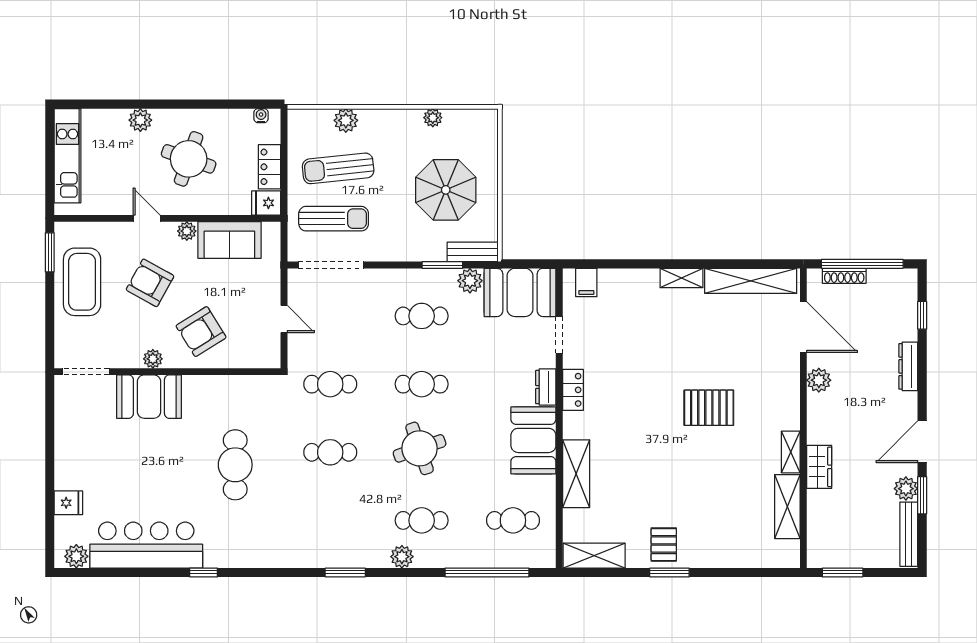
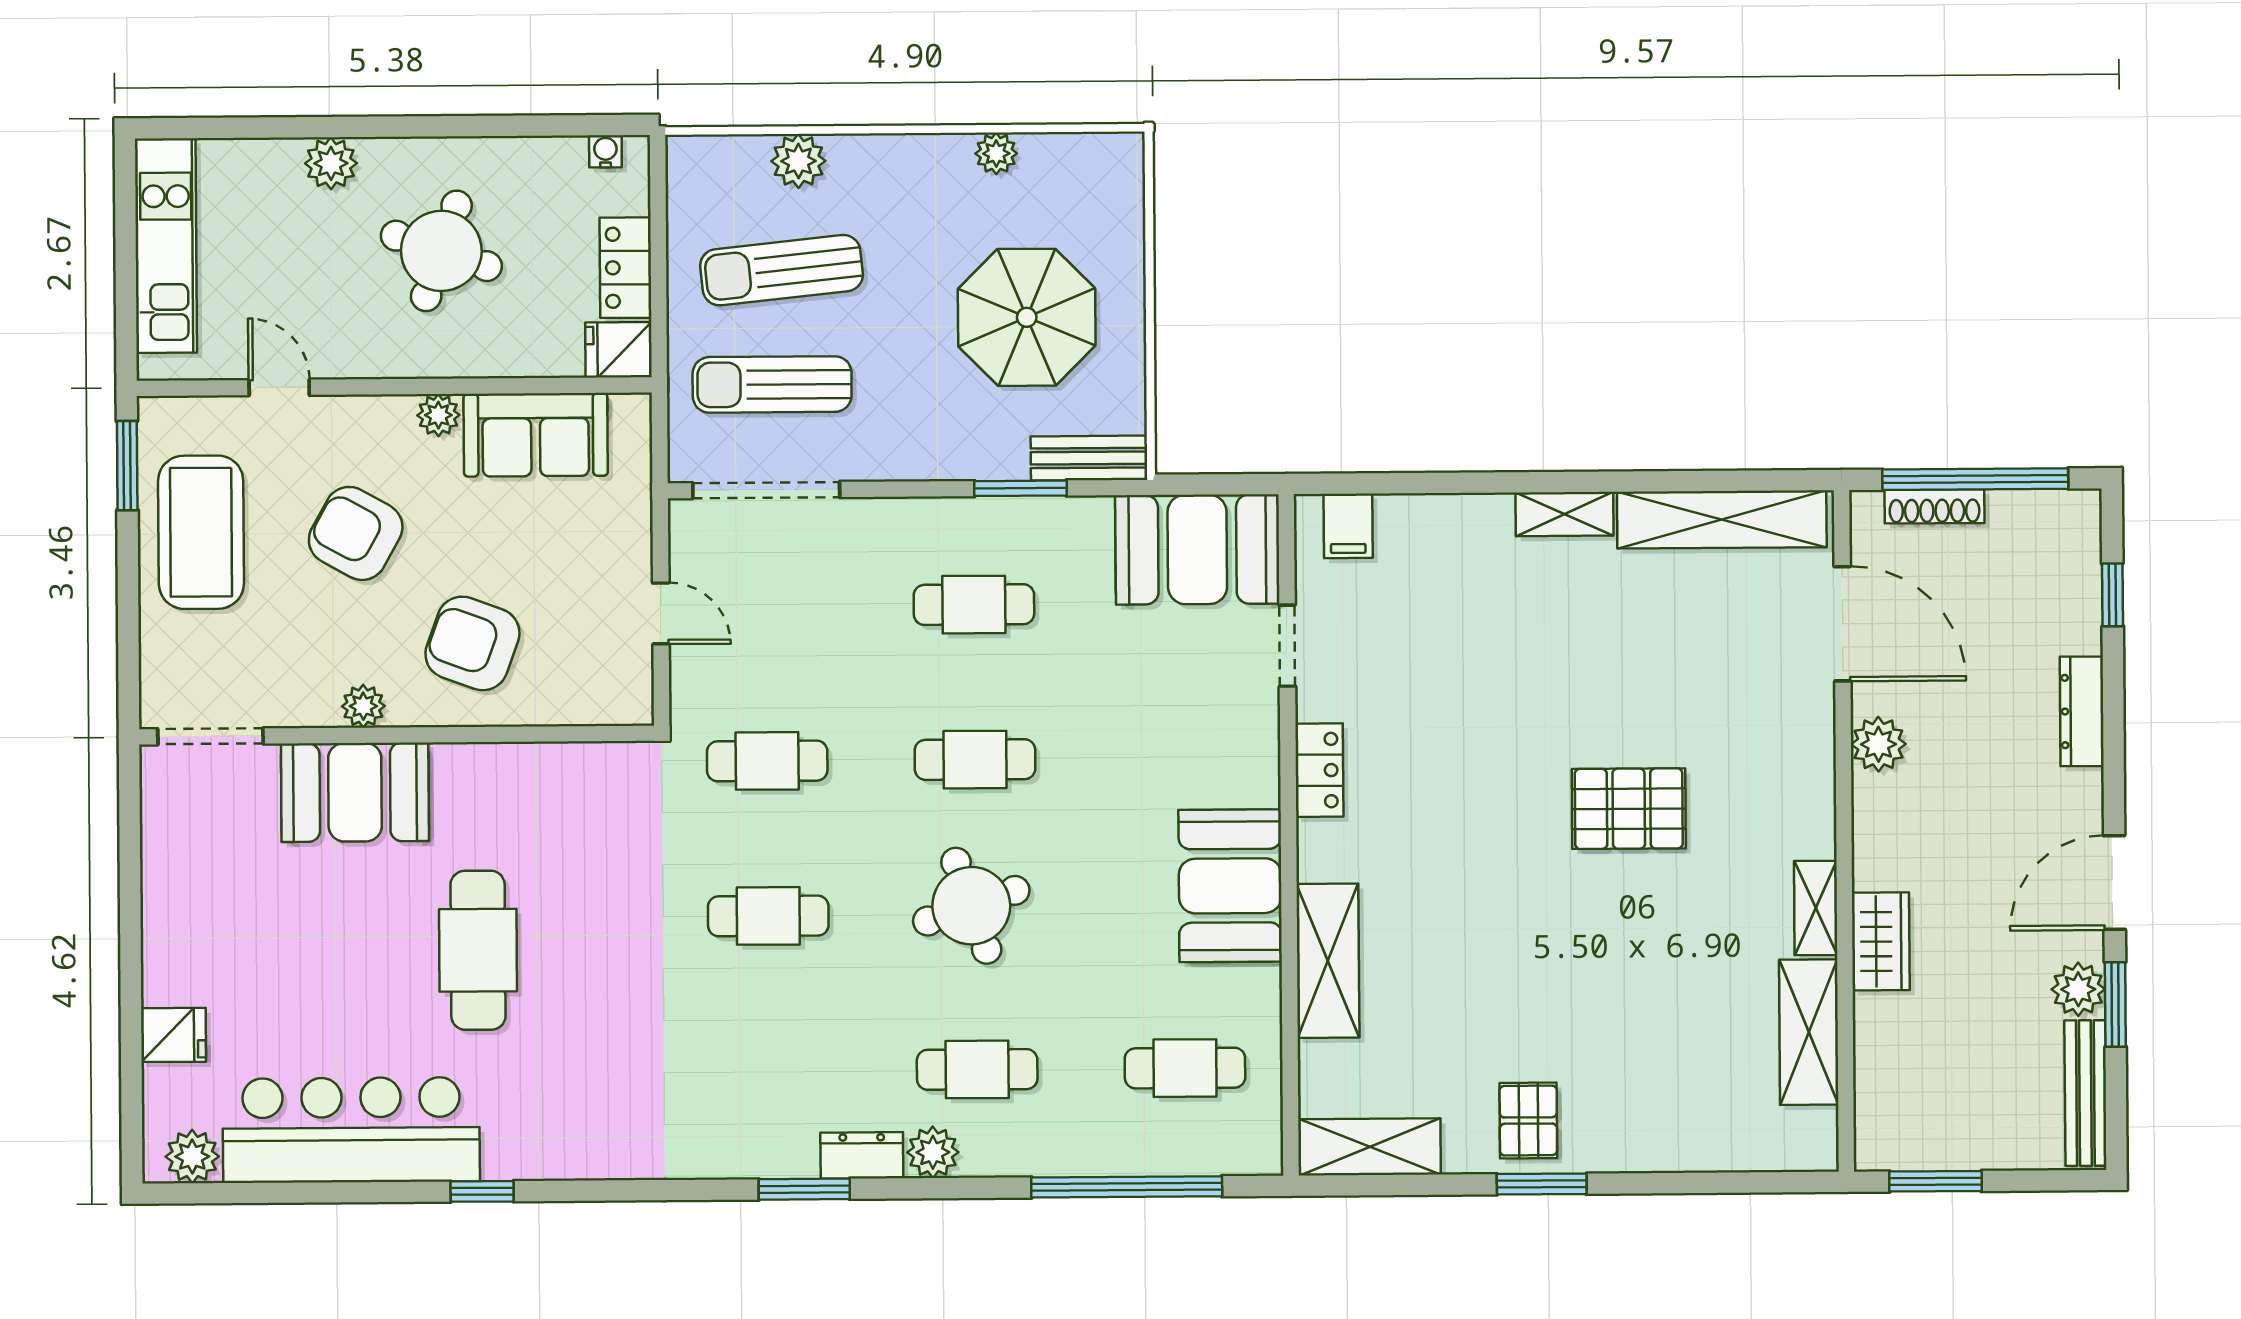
door: (147, 218) -> (279, 387), moved
sun lounger: (334, 219) -> (772, 384), turned 180
plant: (470, 281) -> (1083, 524), removed
armchair: (201, 332) -> (472, 643), turned 52
dresser: (546, 387) -> (862, 1155), moved, turned 90
cafe table: (235, 465) -> (478, 950), moved

